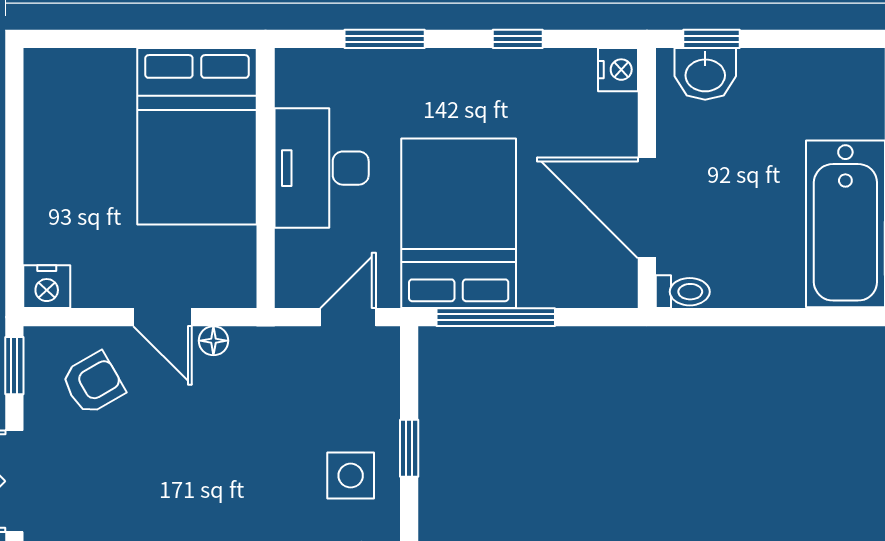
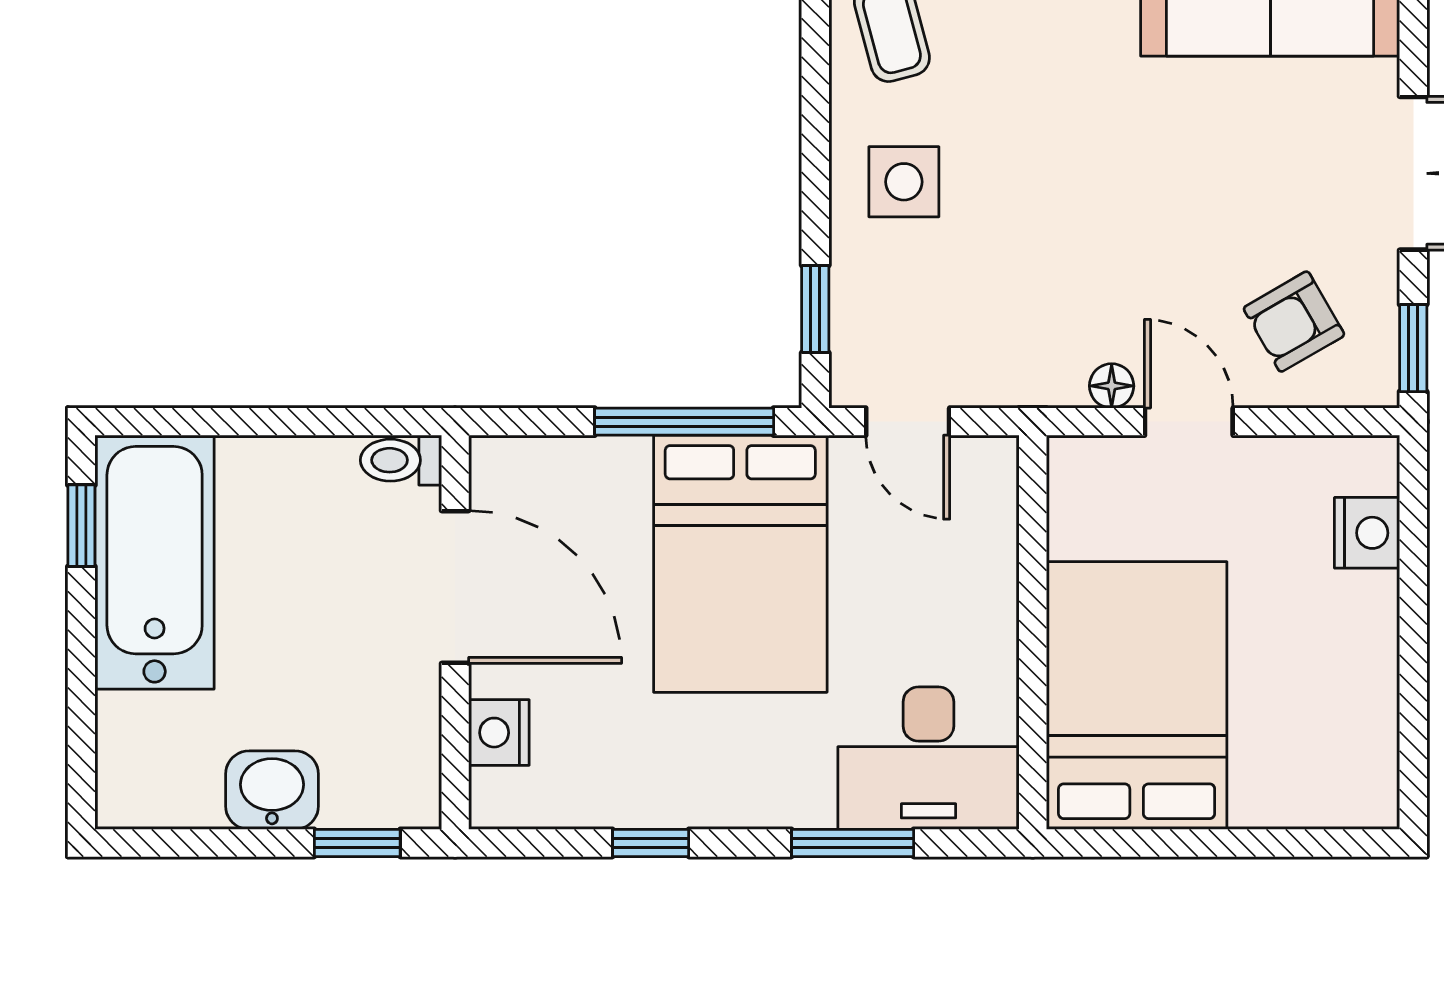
nightstand: (618, 70) -> (499, 733), moved
washbasin: (705, 74) -> (272, 790), moved
desk: (322, 168) -> (928, 758), moved, turned 90
nightstand: (47, 287) -> (1367, 533), moved, turned 90
door: (348, 317) -> (908, 422), hinge flipped
window: (409, 448) -> (815, 309), moved

